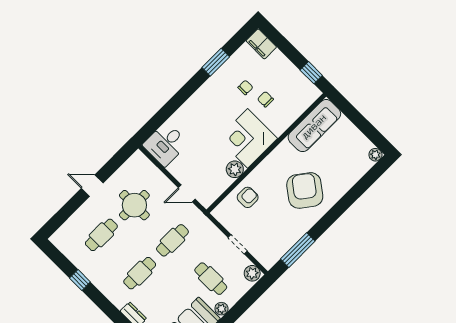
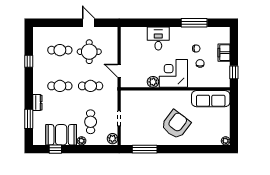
filing cabinet: (261, 44) -> (224, 53), moved
window: (216, 62) -> (194, 23), width x1.44
desk: (166, 144) -> (158, 38), moved, turned 90
door: (92, 186) -> (89, 23), moved
armchair: (248, 197) -> (146, 101), removed

